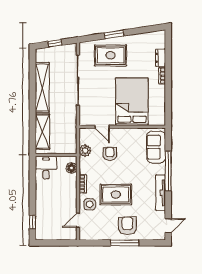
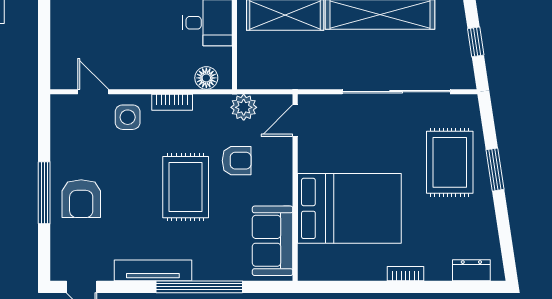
dresser: (161, 58) -> (471, 270), moved
door: (102, 127) -> (295, 121), moved
sofa: (156, 147) -> (273, 241), moved, turned -90
rug: (116, 194) -> (186, 187), moved
armchair: (127, 226) -> (81, 199), turned 90

